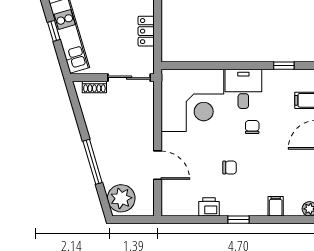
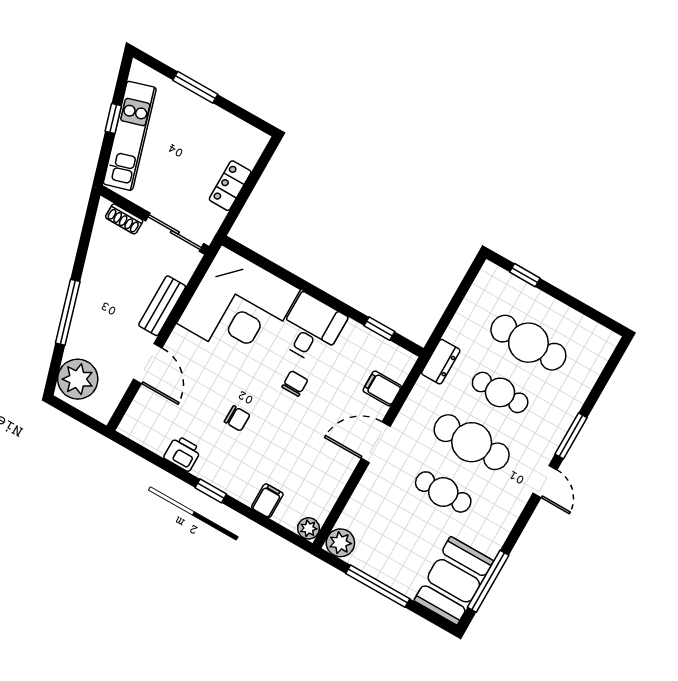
bench: (147, 126) -> (162, 306), added

